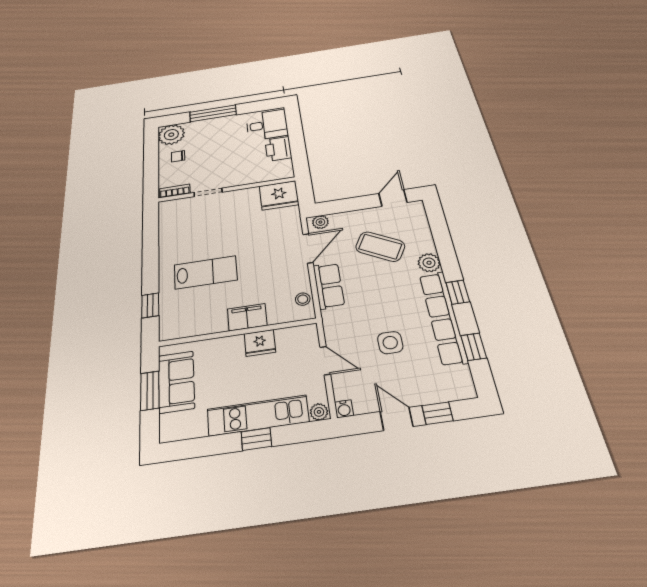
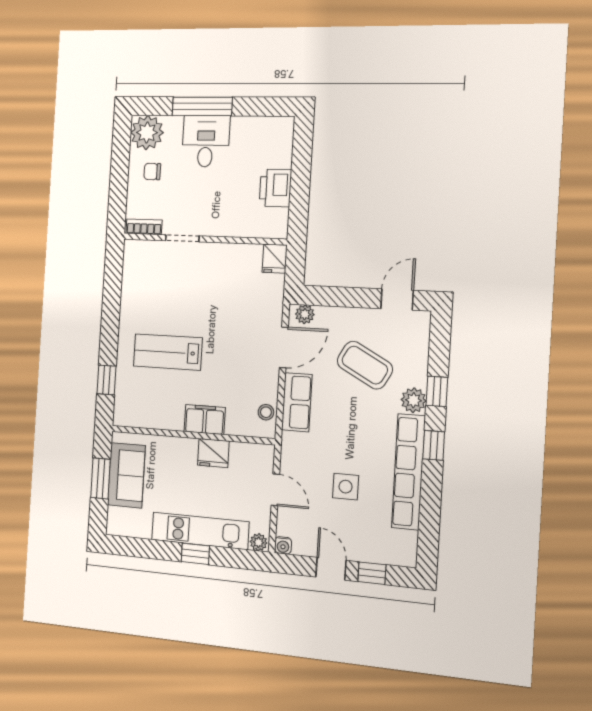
desk: (267, 125) -> (206, 141), moved, turned -90
fridge: (279, 195) -> (275, 259), width x0.53, depth x0.75
lab bench: (206, 272) -> (168, 352), turned 180
window: (474, 347) -> (437, 391), moved

